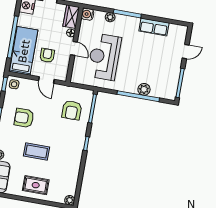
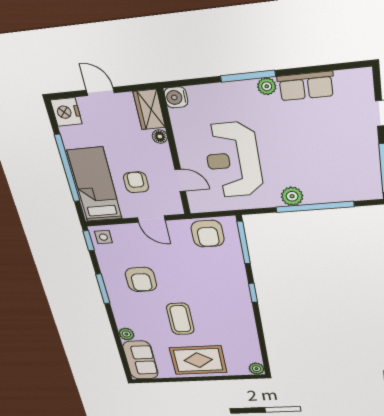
plant: (110, 17) -> (267, 86), moved
door: (74, 48) -> (180, 180), moved
plant: (144, 89) -> (292, 196), moved
armchair: (72, 110) -> (208, 234), moved
armchair: (24, 118) -> (141, 279), turned -90
coffee table: (37, 151) -> (180, 319), turned 90
rug: (36, 185) -> (198, 360), width x1.36, depth x1.43

